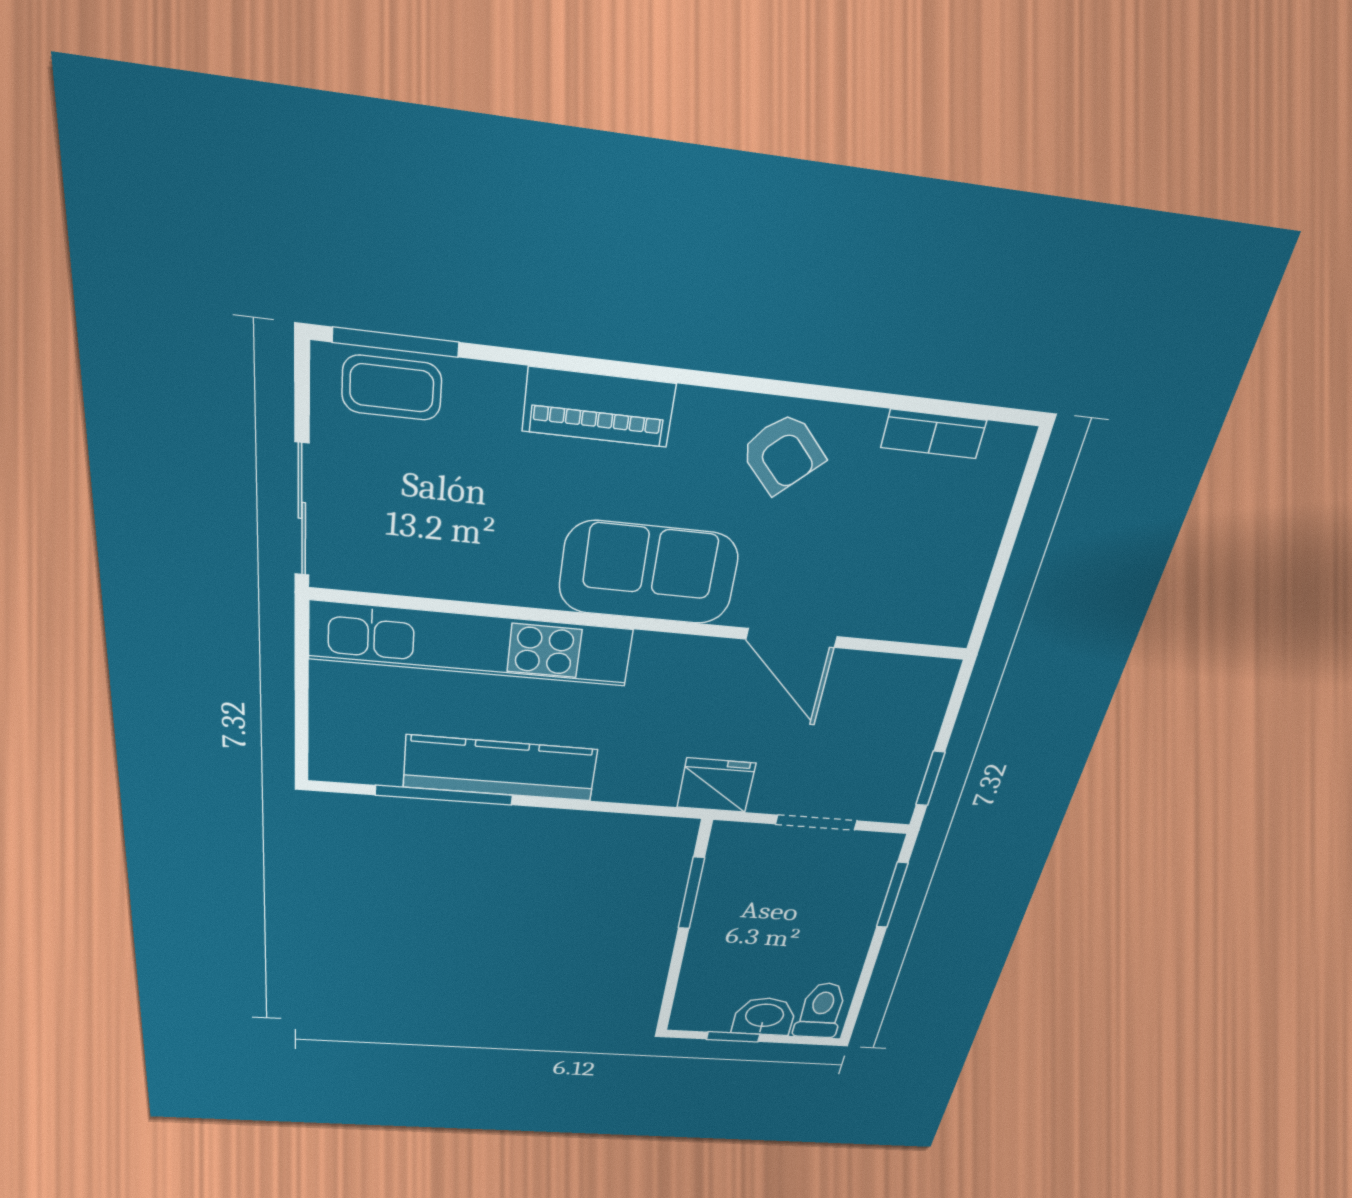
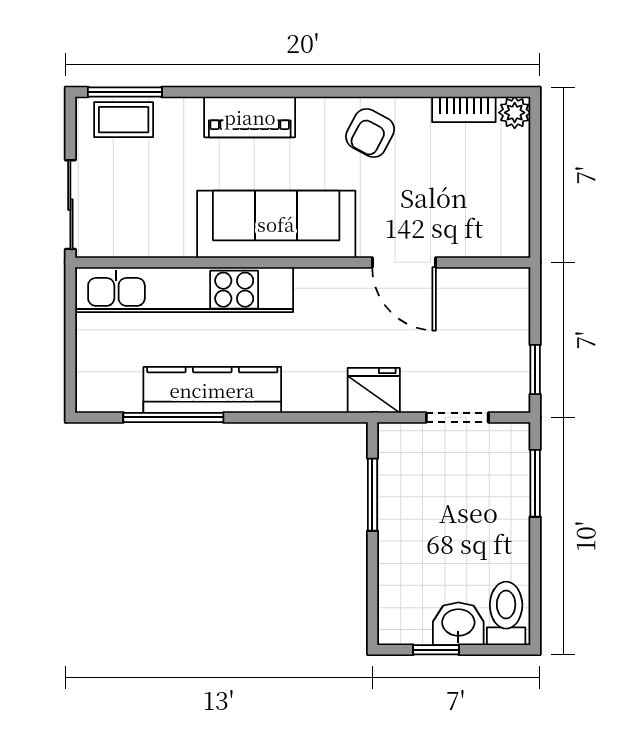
plant: (1008, 447) -> (515, 113), added
armchair: (783, 453) -> (370, 133), turned 71
sofa: (649, 573) -> (276, 224), width x1.36

